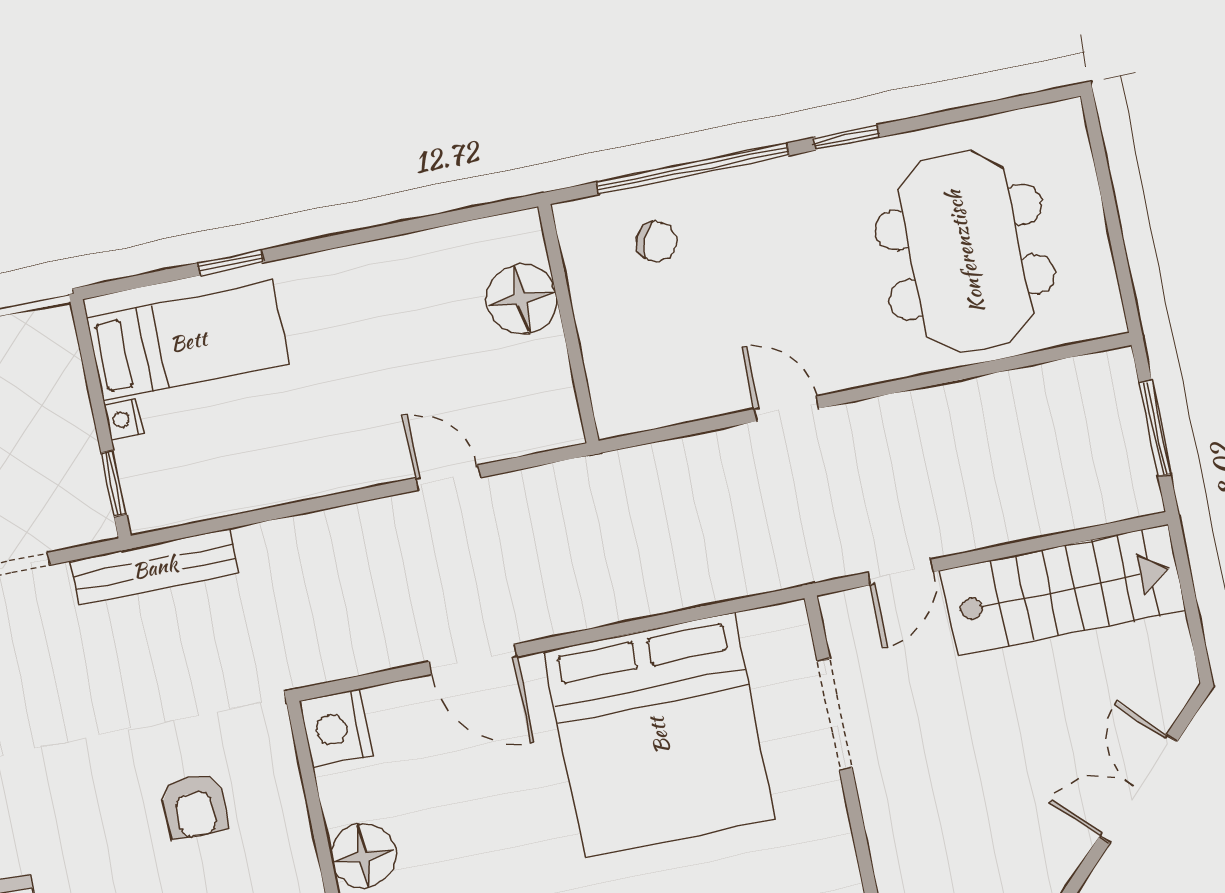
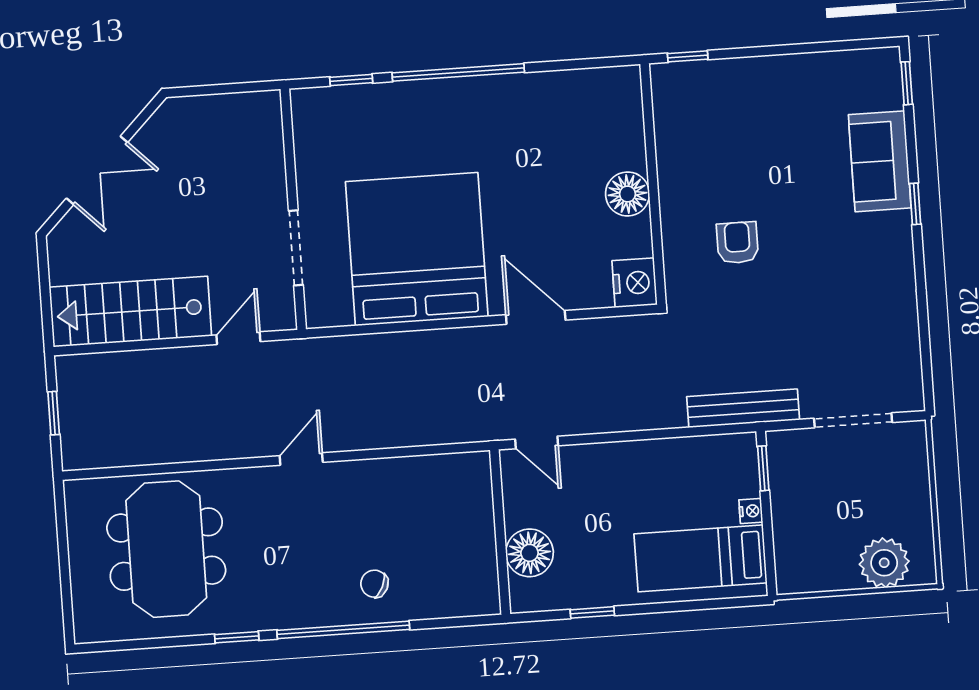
window: (231, 263) -> (592, 612), moved
floor lamp: (522, 299) -> (530, 553), moved
wall: (568, 324) -> (500, 532), moved
door: (787, 409) -> (301, 459), swing flipped
window: (1155, 428) -> (54, 413), width x0.67

